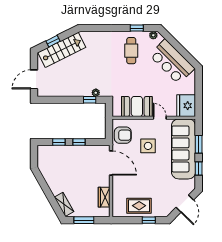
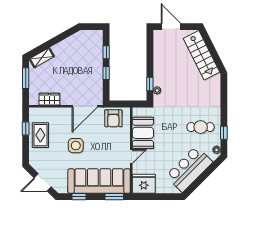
window: (53, 41) -> (210, 46), removed
window: (199, 144) -> (114, 197), moved
side table: (148, 146) -> (76, 146), moved
window: (149, 220) -> (26, 129), moved

